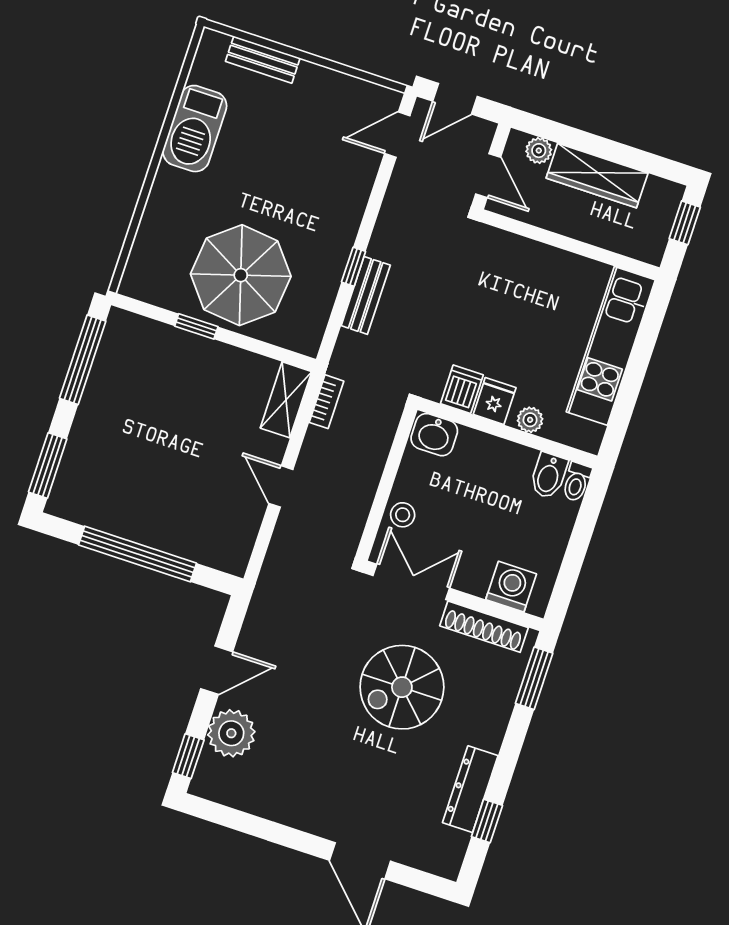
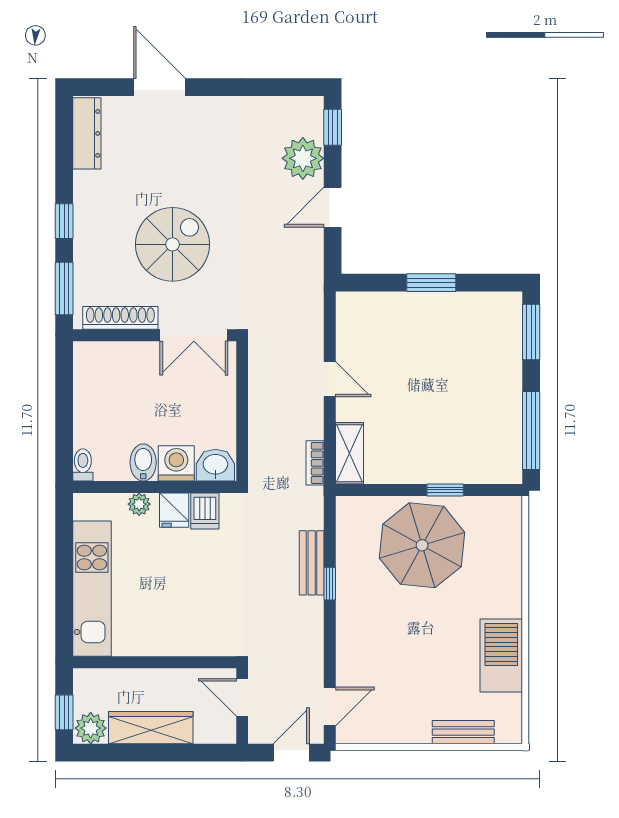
plant: (539, 151) -> (91, 728), moved, width x1.38, depth x1.38
bidet: (549, 476) -> (143, 462), moved
stool: (403, 515) -> (220, 389), removed
window: (138, 554) -> (431, 283), width x0.47
washing machine: (511, 587) -> (176, 463), moved, turned 180
dresser: (470, 789) -> (87, 133), moved
window: (487, 821) -> (64, 221), moved

